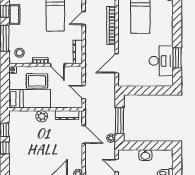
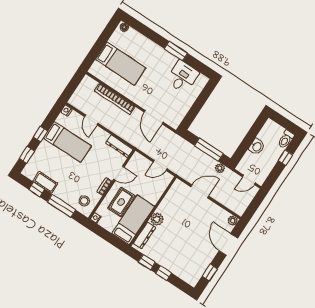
window: (177, 58) -> (176, 51), moved
desk: (161, 61) -> (182, 77), width x0.73
dresser: (67, 115) -> (145, 235), moved

